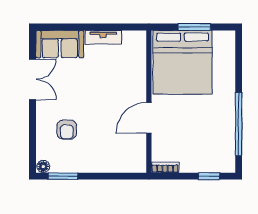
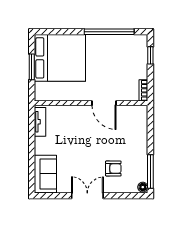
tv unit: (103, 37) -> (40, 122), moved
bed: (183, 62) -> (60, 58), moved
double door: (33, 79) -> (87, 196), moved
window: (63, 176) -> (150, 171), width x1.44

